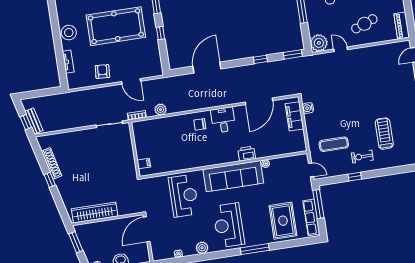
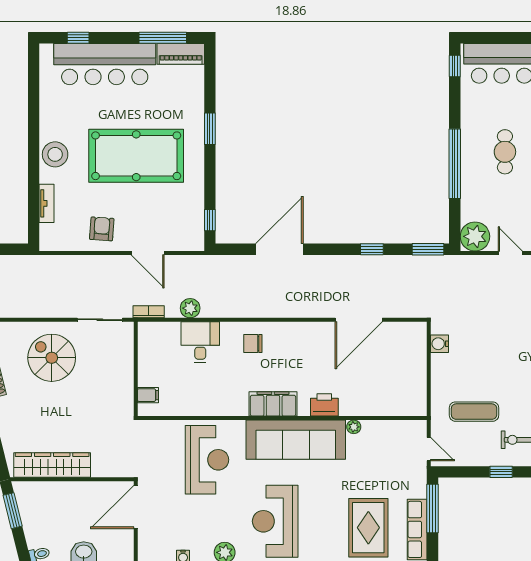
window: (160, 33) -> (210, 220), moved
filing cabinet: (294, 116) -> (273, 404), moved, turned 90
desk: (223, 120) -> (200, 342), moved
spiral stairs: (85, 150) -> (52, 358), added

